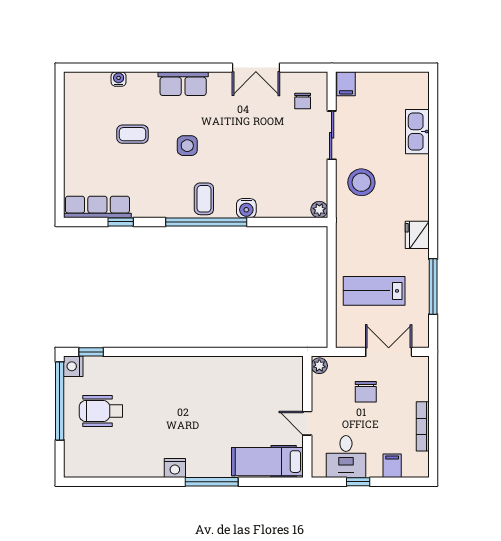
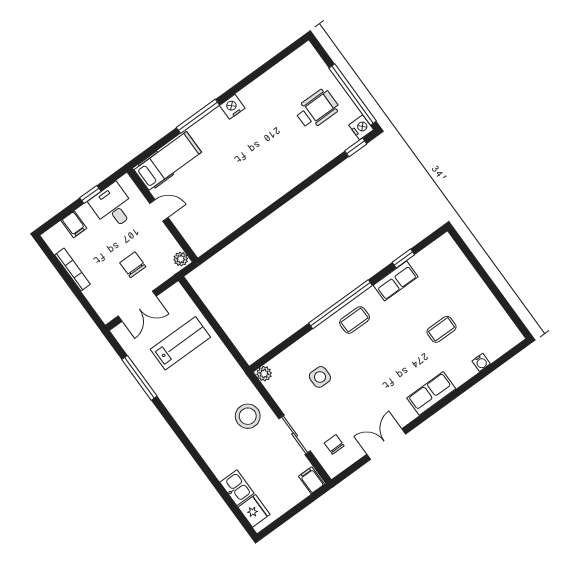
kitchen sink: (417, 132) -> (237, 488), width x0.73
side table: (187, 146) -> (320, 377), moved
coffee table: (204, 199) -> (355, 320), turned 90
row of seats: (97, 207) -> (396, 281), moved, width x0.68
water cooler: (246, 208) -> (318, 336), removed
fridge: (417, 235) -> (254, 511), moved

